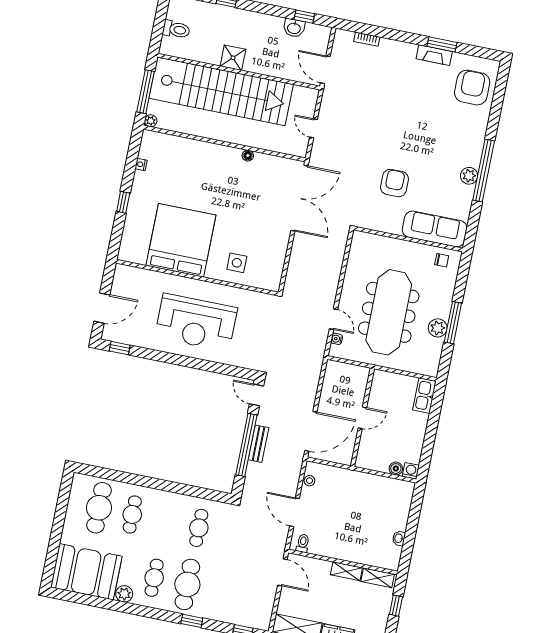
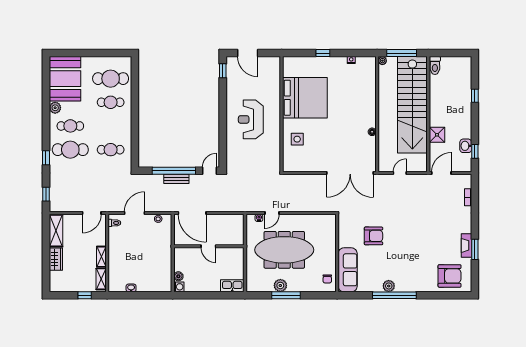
toilet: (176, 29) -> (435, 65), moved
shower: (233, 58) -> (437, 135), moved
reception desk: (196, 322) -> (251, 119), width x0.74, depth x0.77

